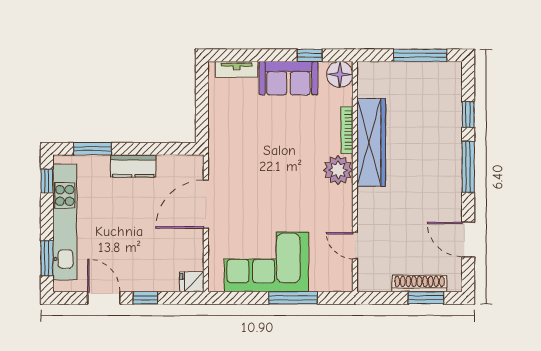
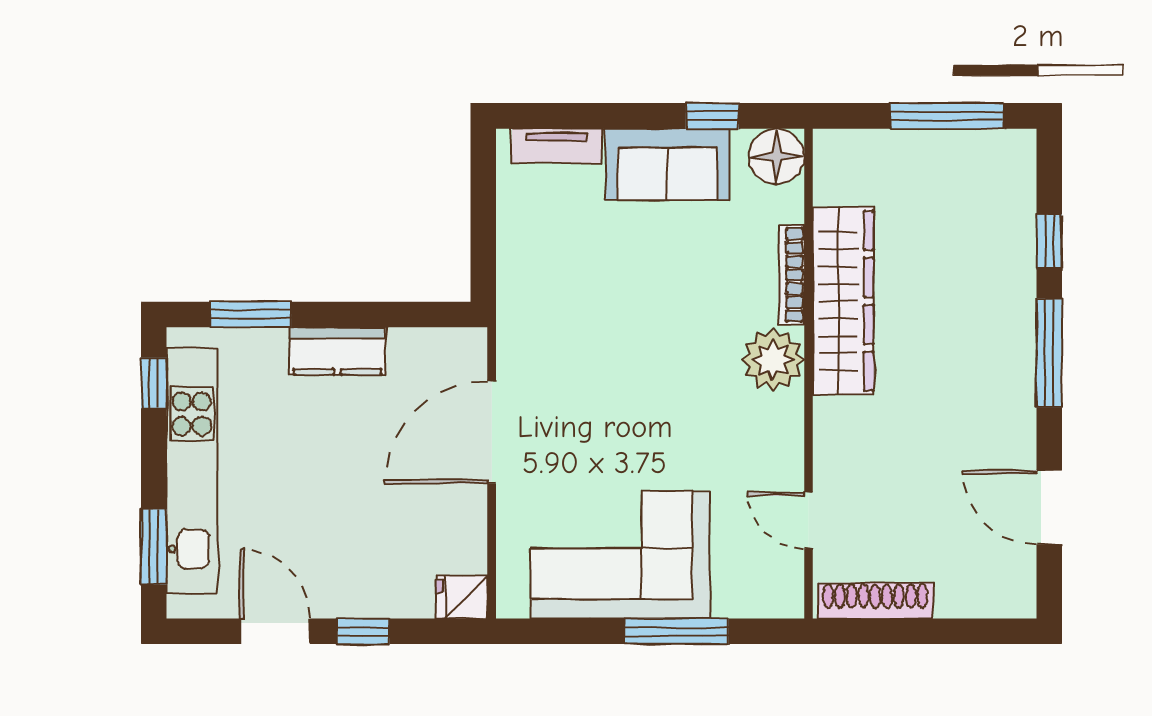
shoe rack: (419, 283) -> (875, 601), moved
window: (426, 298) -> (960, 631), removed

